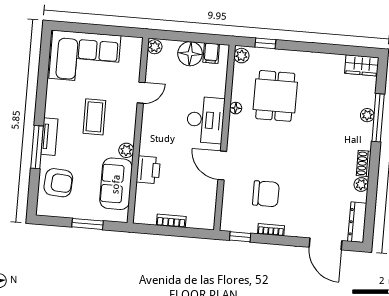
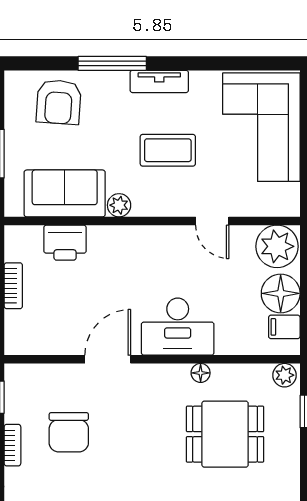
plant: (155, 47) -> (277, 246), width x1.88, depth x1.88
tv unit: (49, 137) -> (159, 81), moved
printer: (148, 170) -> (65, 243), moved

